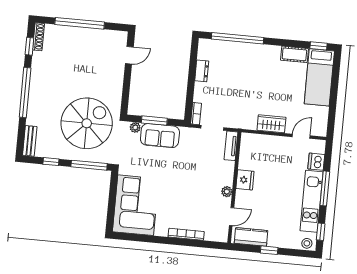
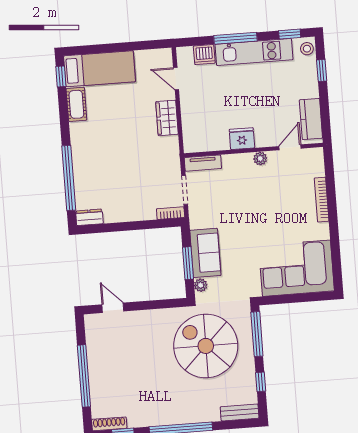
dresser: (202, 71) -> (89, 217), moved
door: (232, 217) -> (290, 147), hinge flipped
window: (269, 250) -> (322, 70), moved

